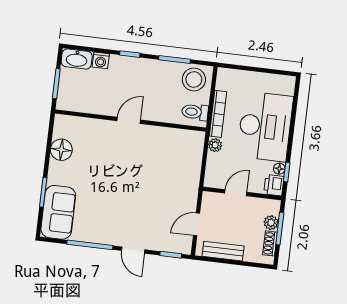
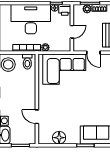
door: (129, 120) -> (37, 117), moved
corner sofa: (175, 172) -> (64, 69), added
door: (236, 193) -> (72, 32), swing flipped

